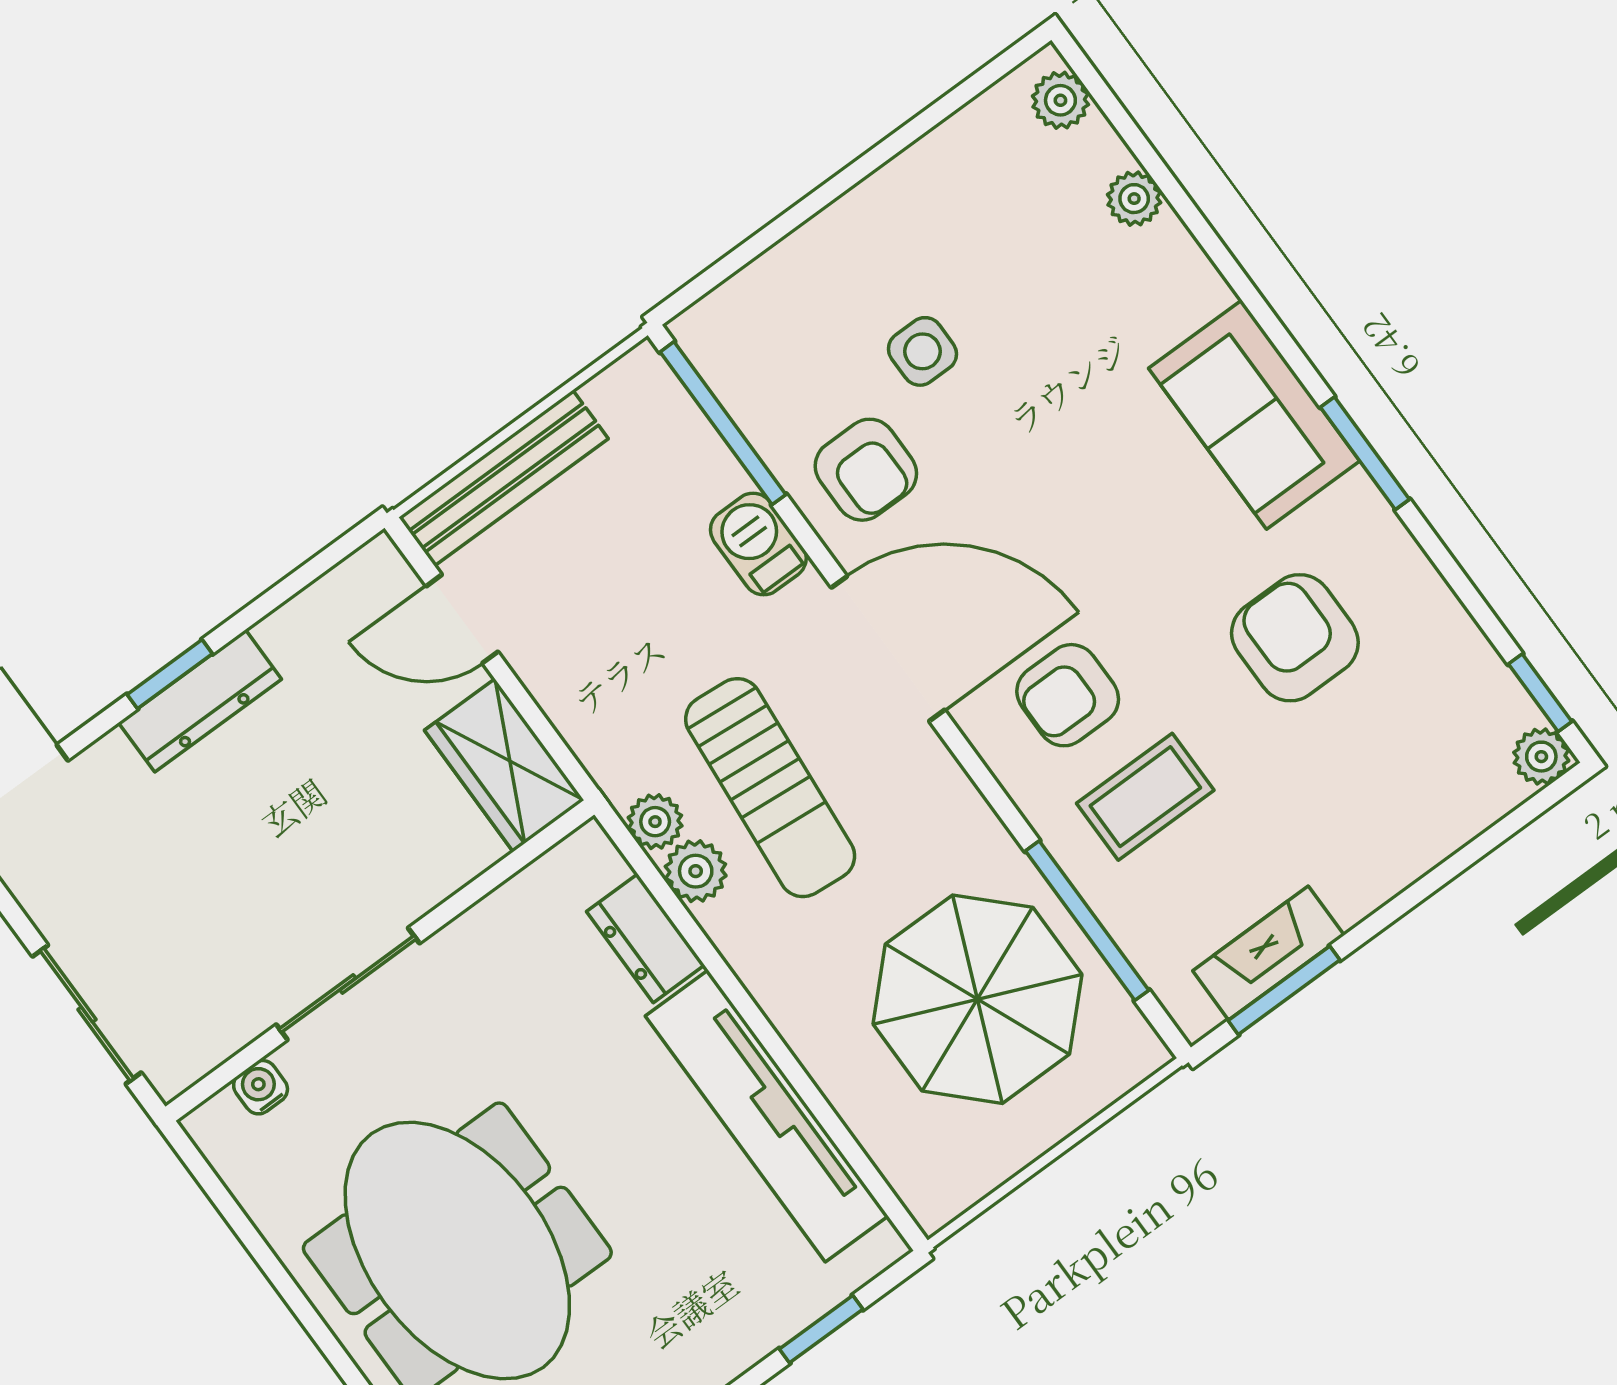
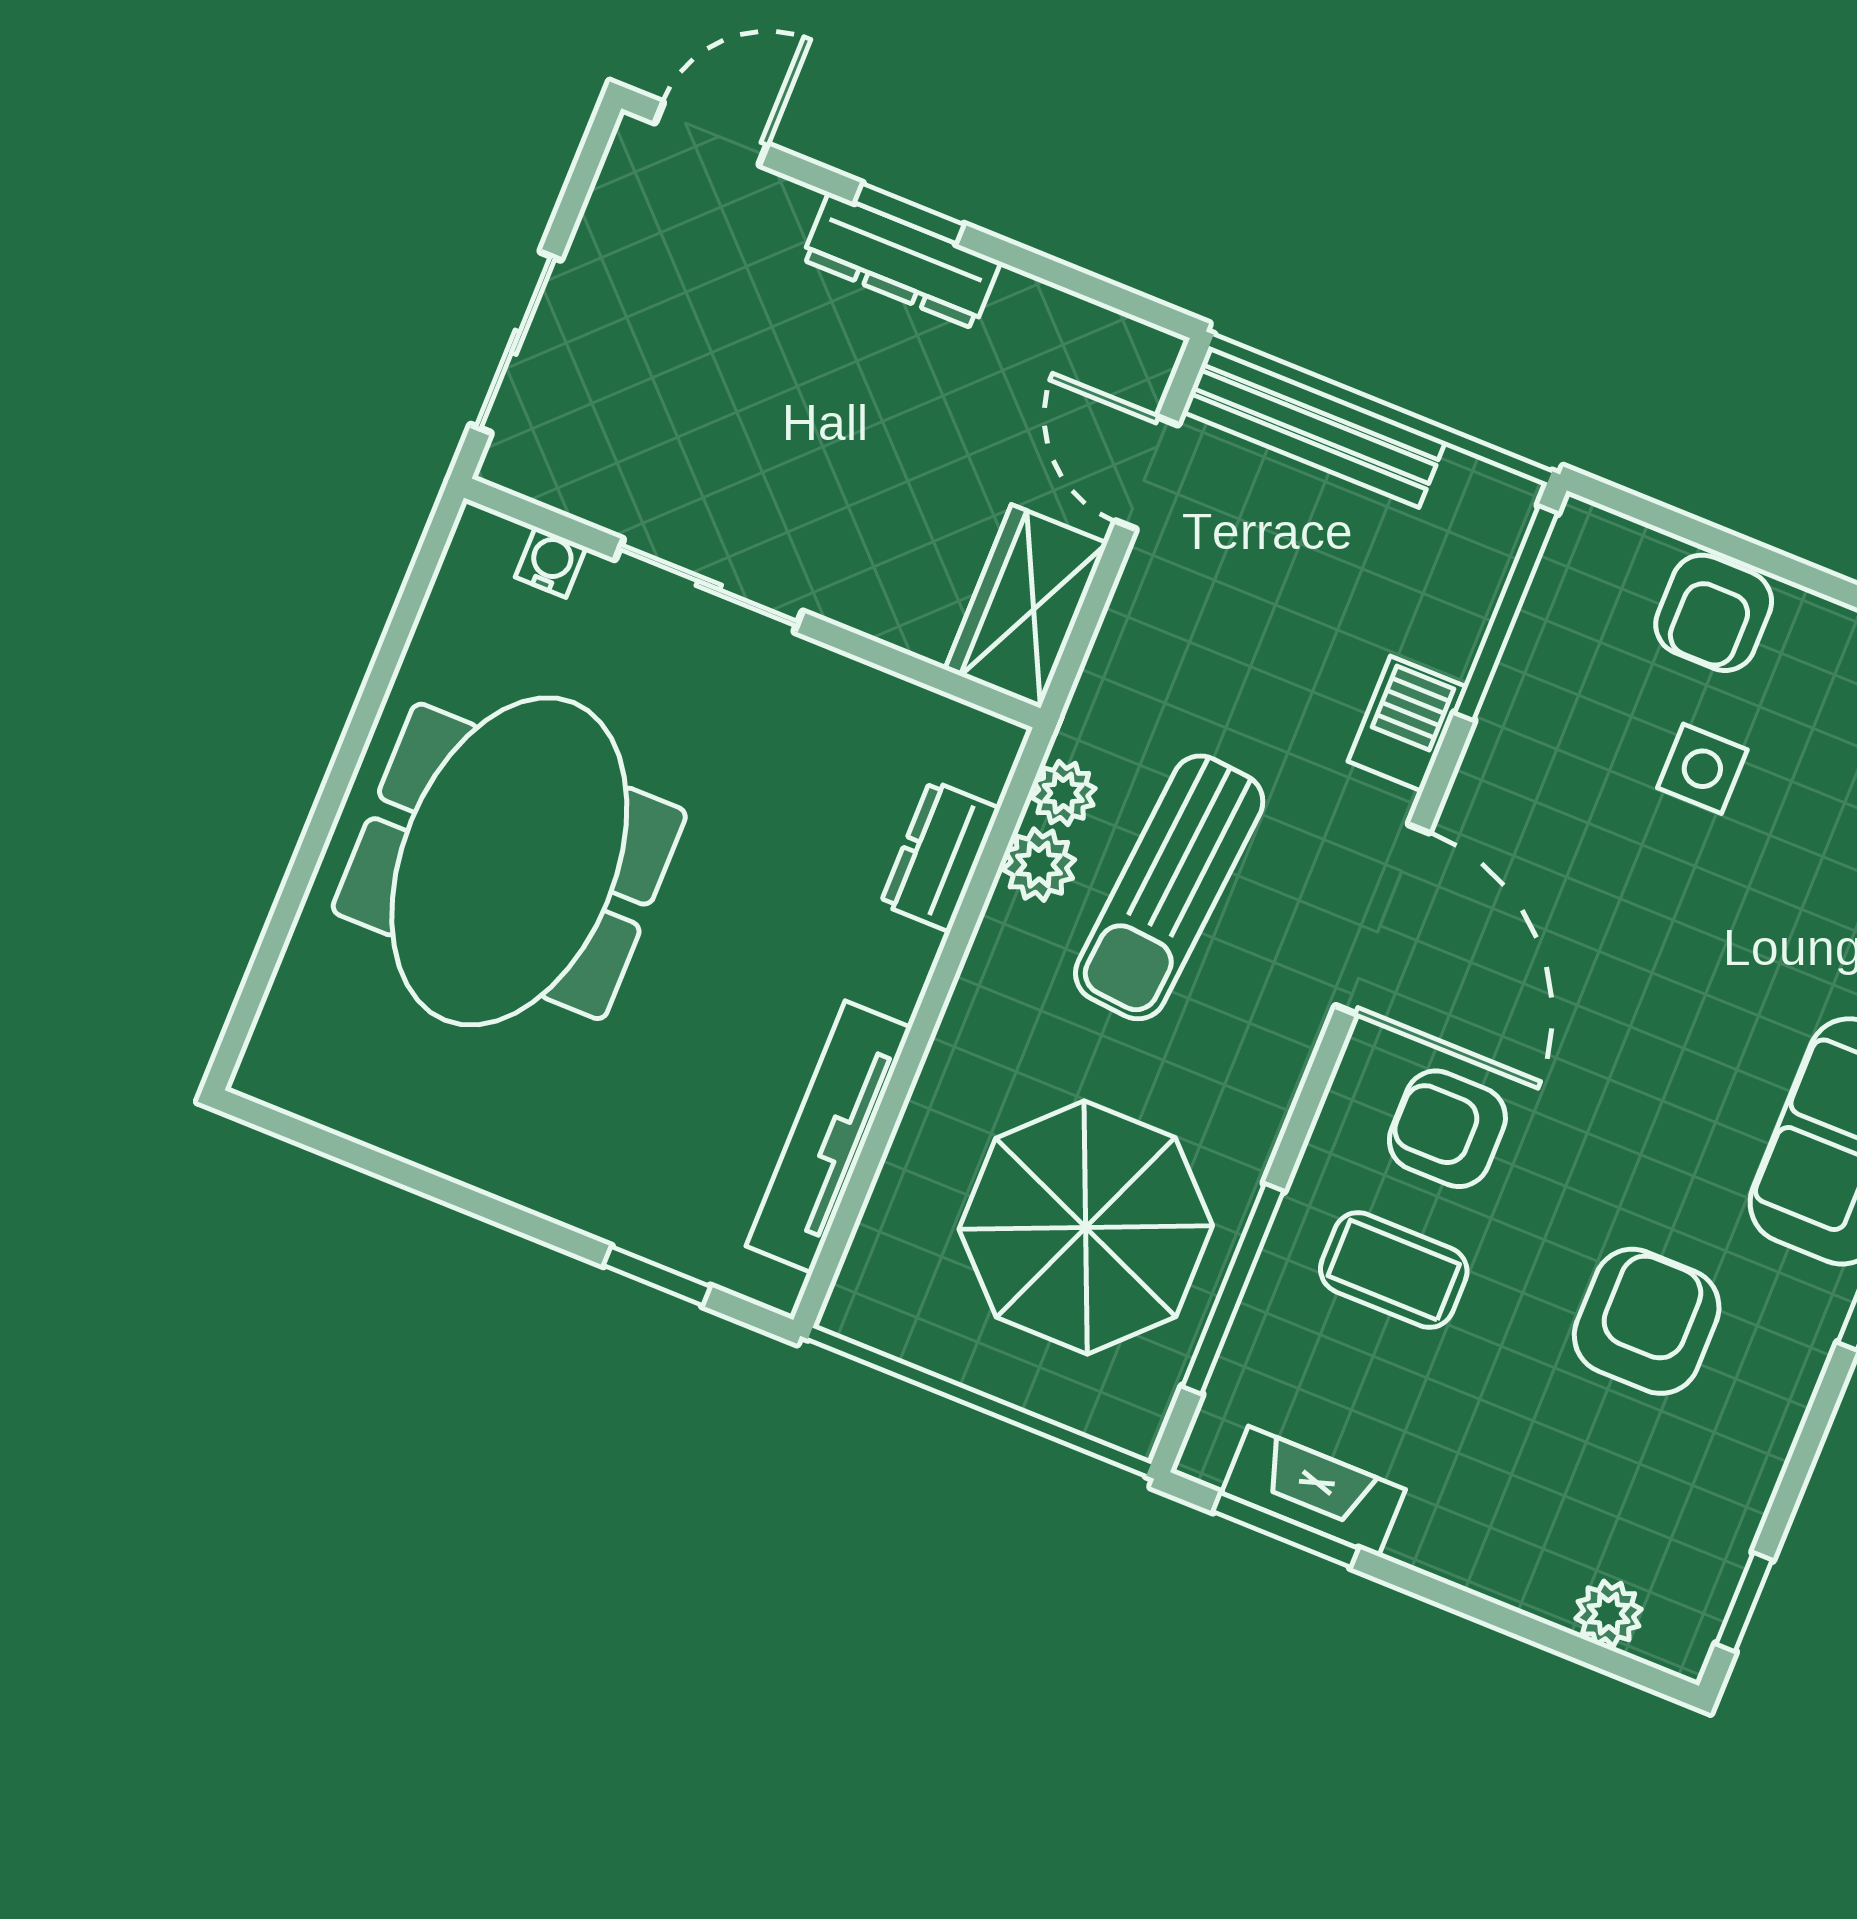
armchair: (866, 470) -> (1714, 613), moved
plant: (1541, 757) -> (1609, 1614), moved
tv unit: (767, 1116) -> (829, 1137), width x0.73, depth x0.78

